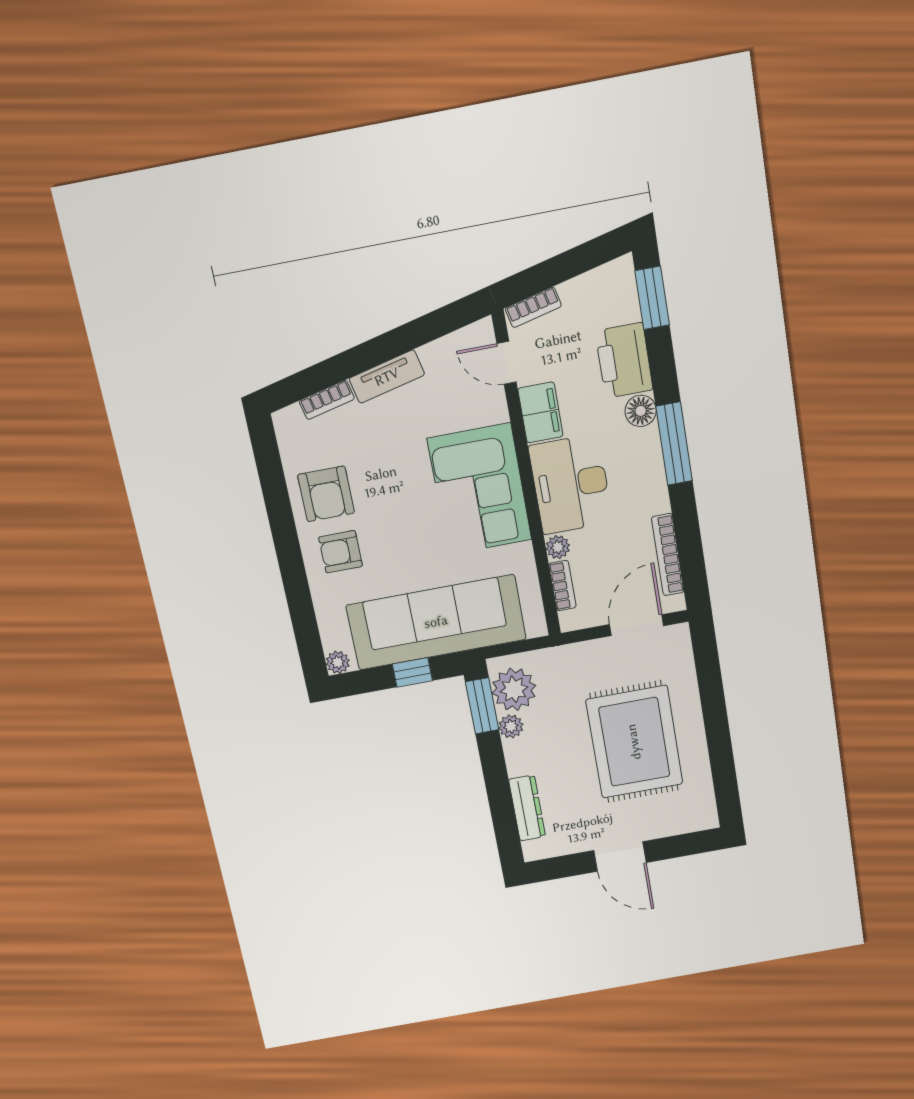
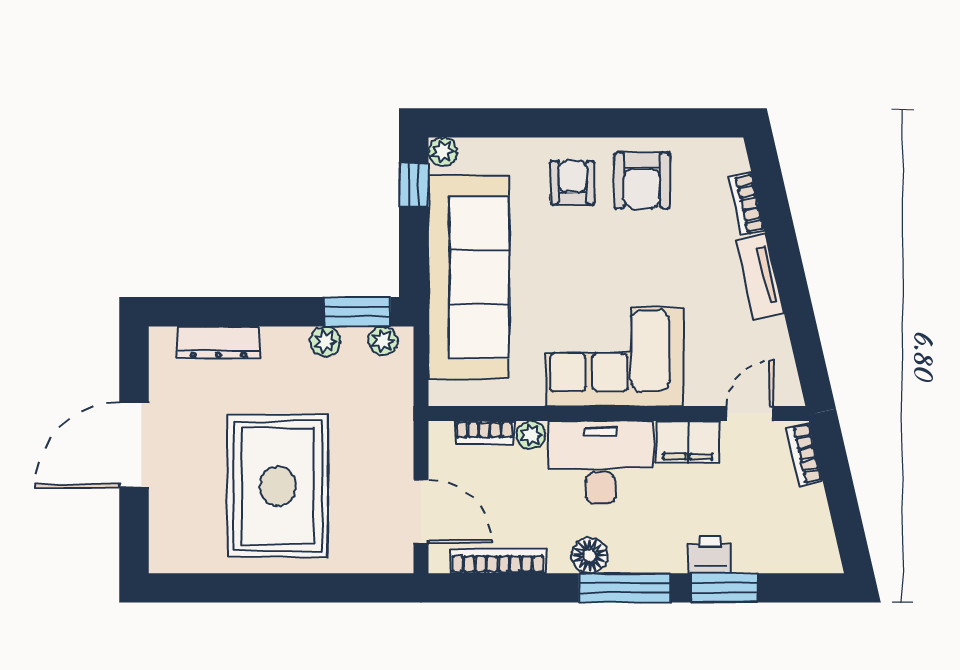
window: (652, 298) -> (725, 588), moved
printer: (624, 361) -> (710, 555), width x0.53, depth x0.68
floor lamp: (641, 411) -> (590, 555), moved
armchair: (326, 494) -> (642, 180), turned -90
window: (412, 672) -> (414, 185), moved
plant: (514, 689) -> (383, 341), width x0.53, depth x0.53
rug: (634, 742) -> (278, 486), turned 90
door: (620, 857) -> (134, 445), width x1.36

